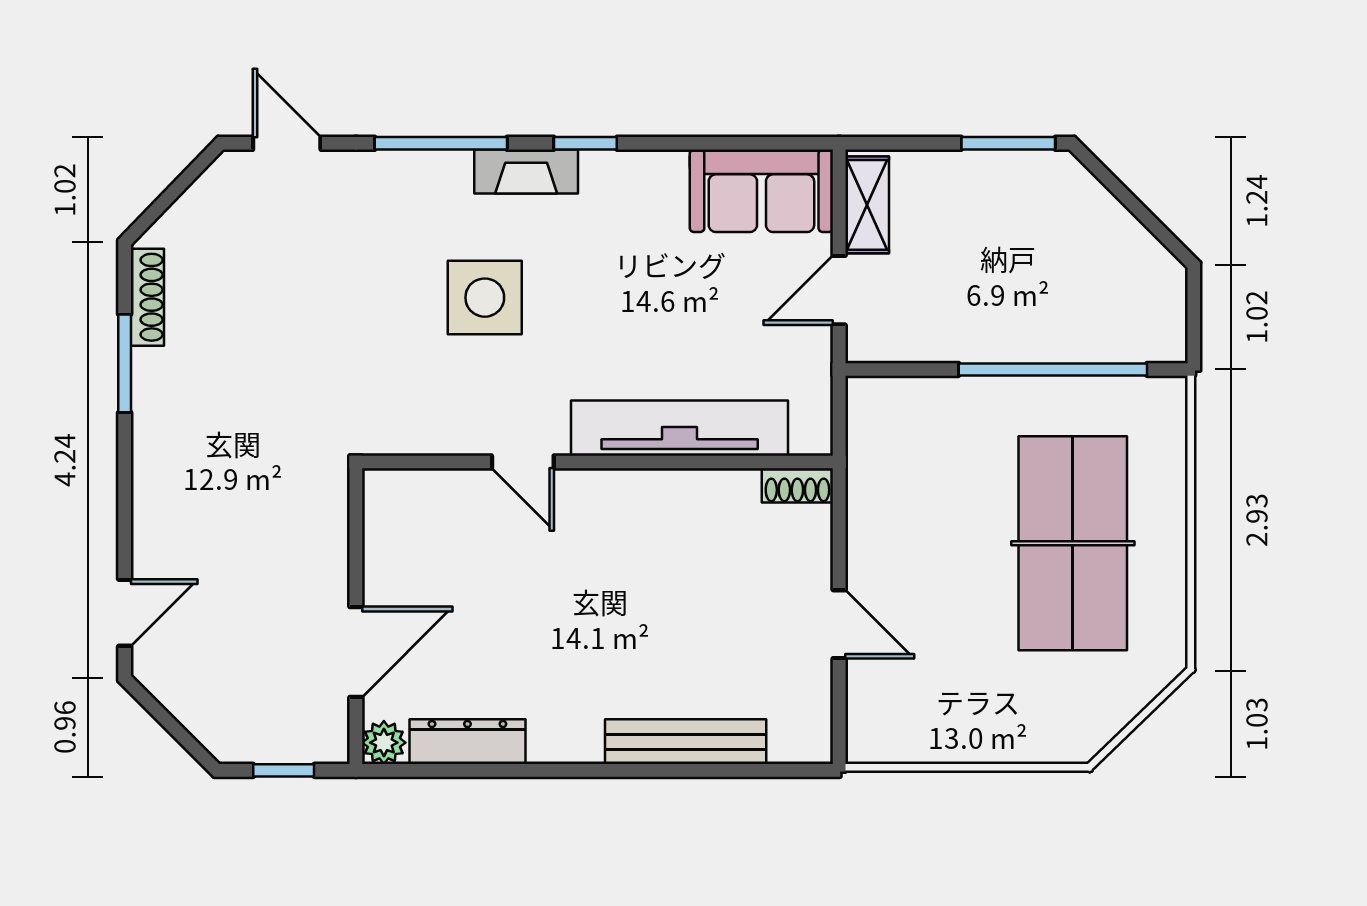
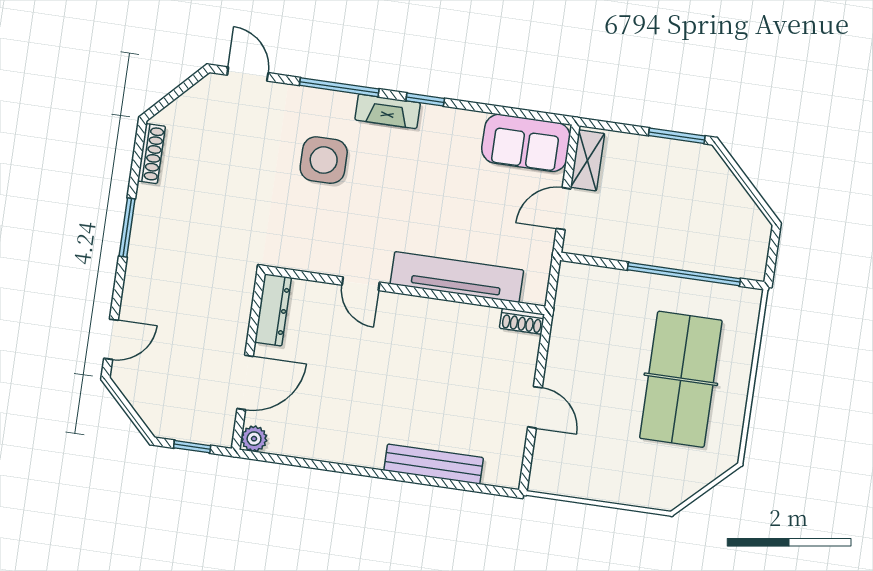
side table: (485, 298) -> (324, 160), moved
window: (125, 363) -> (127, 228), moved
dresser: (467, 742) -> (273, 310), moved, turned 90

